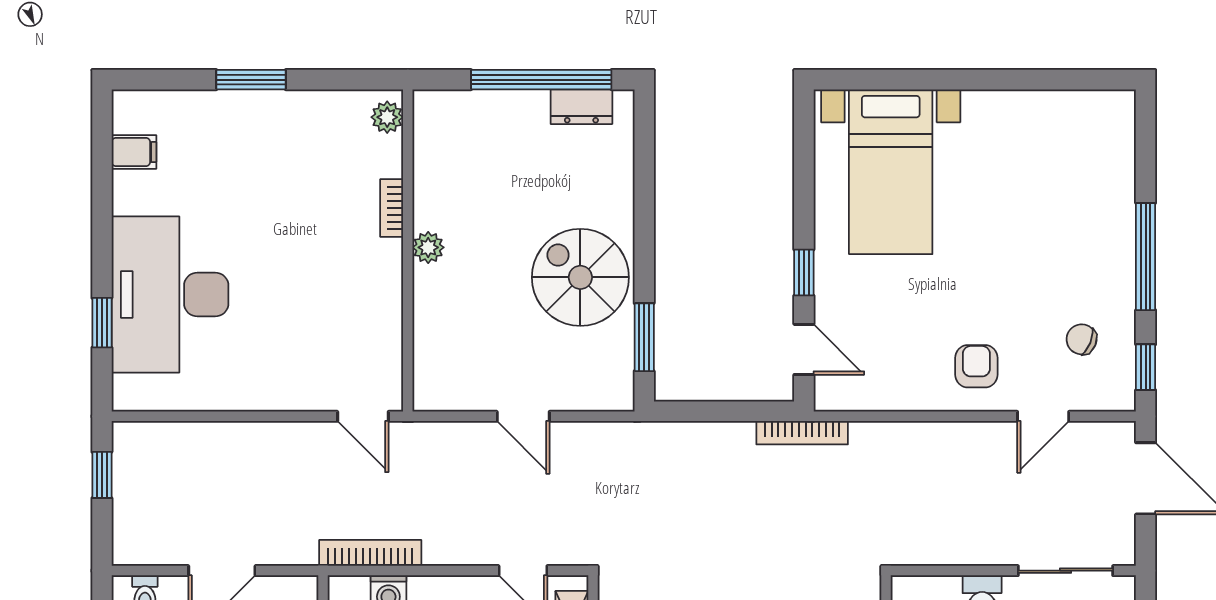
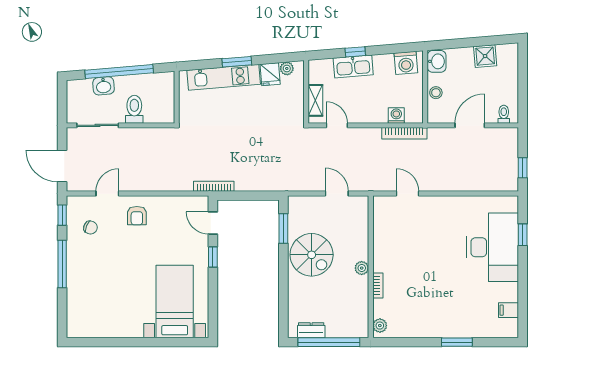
plant: (387, 117) -> (380, 326), moved
bookcase: (392, 208) -> (378, 285), moved
plant: (428, 247) -> (362, 268), moved
wall: (408, 250) -> (371, 267), moved

